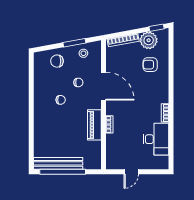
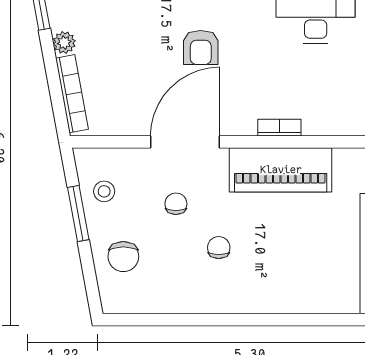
plant: (149, 40) -> (64, 43), width x0.53, depth x0.53
armchair: (150, 65) -> (201, 48), moved
piano: (94, 125) -> (281, 170), width x1.37, depth x1.33

